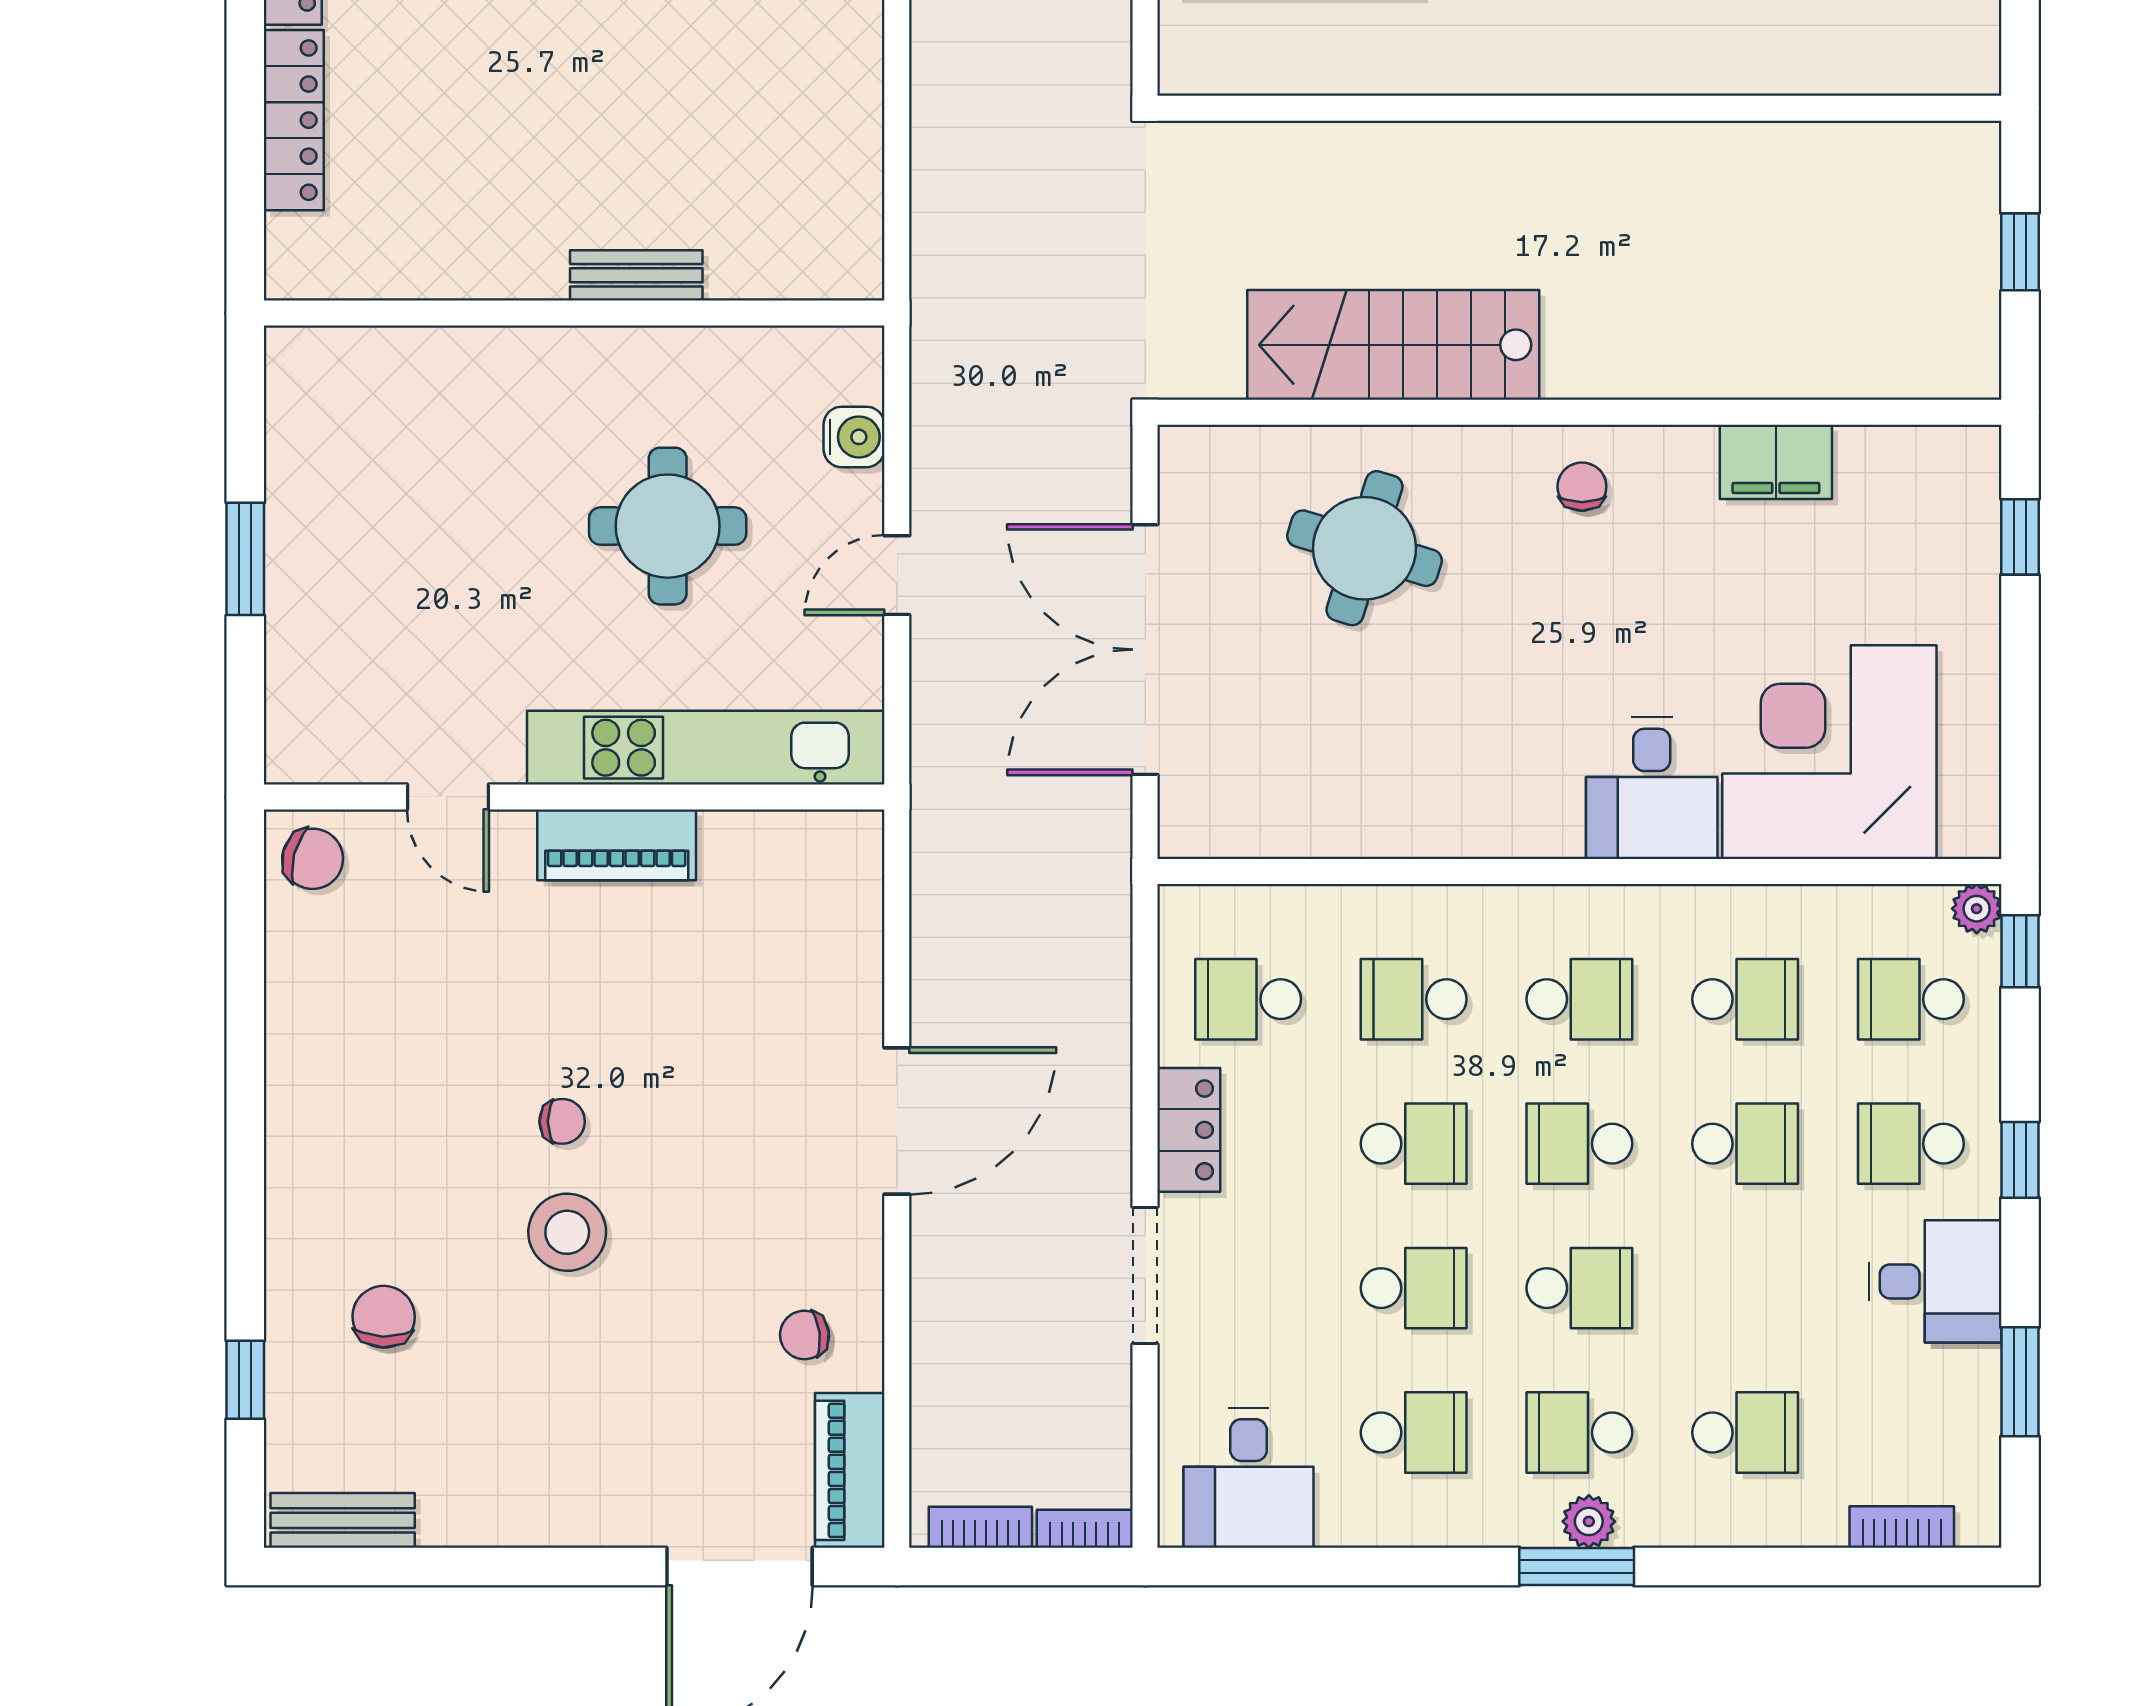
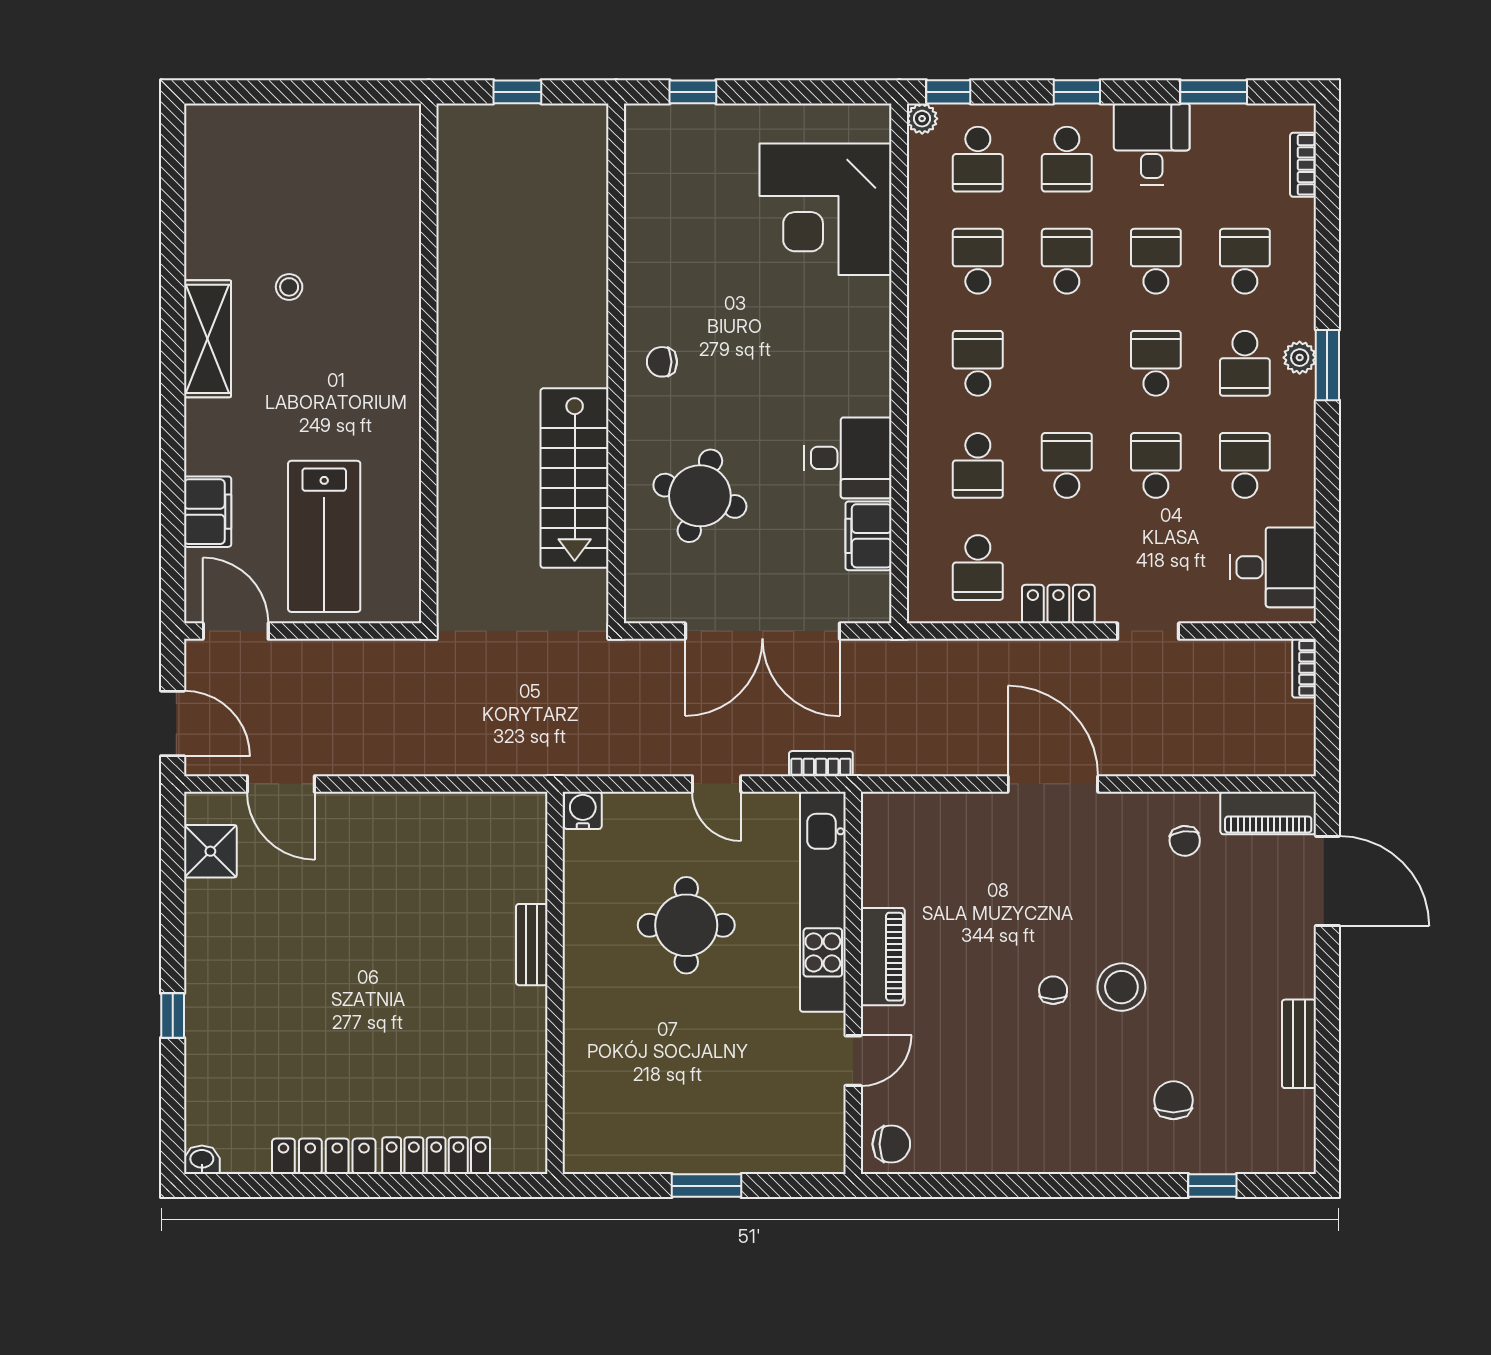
water cooler: (854, 437) -> (583, 810), moved
filing cabinet: (1776, 462) -> (869, 536), moved, turned 180
desk: (1652, 788) -> (848, 458), moved
chair: (313, 859) -> (891, 1144), turned 75
school desk: (1579, 1144) -> (1156, 261), moved, turned 180
doorway: (1145, 1276) -> (1148, 631), width x0.73
chair: (384, 1317) -> (1173, 1100), turned 88
bench: (343, 1520) -> (1299, 1044), moved
bookcase: (980, 1527) -> (821, 764), moved, turned 90

